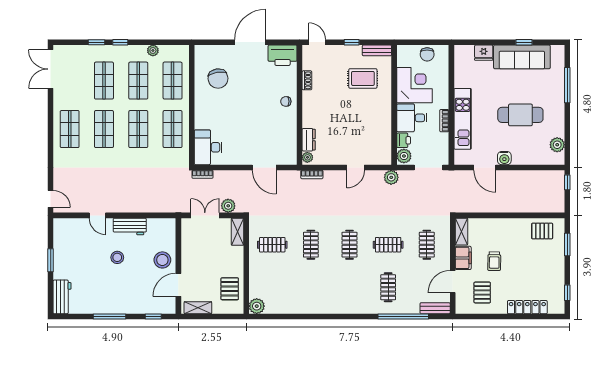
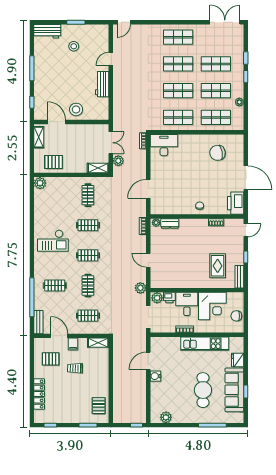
cafe table: (520, 115) -> (203, 390), moved
kitchen unit: (463, 119) -> (205, 344), moved
stool: (117, 257) -> (74, 46), moved
filing cabinet: (463, 258) -> (73, 344), width x0.50
checkout: (331, 290) -> (53, 241), added

